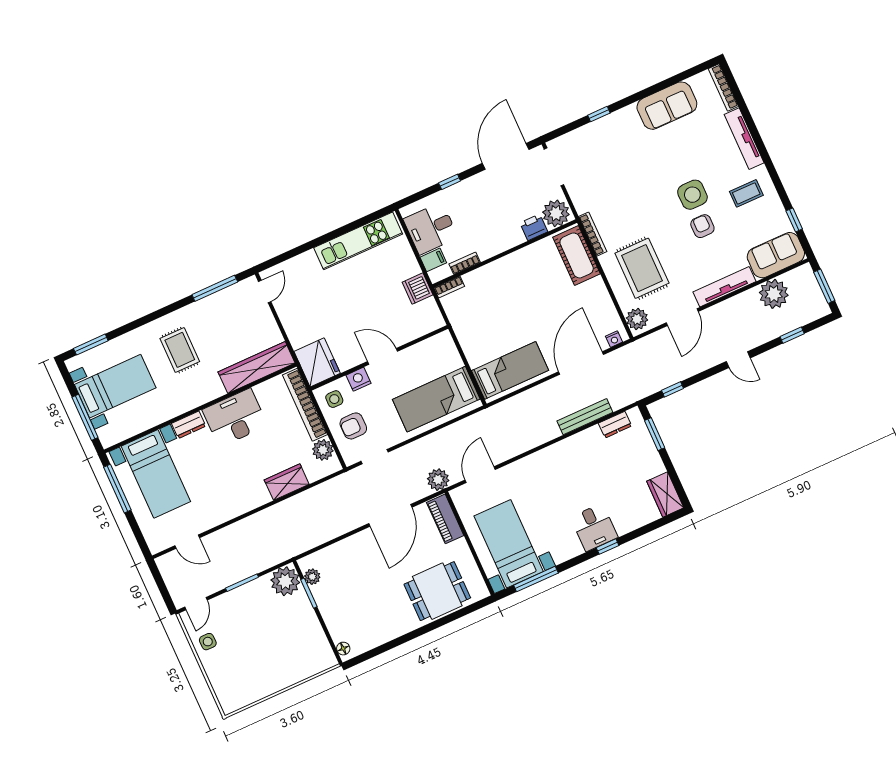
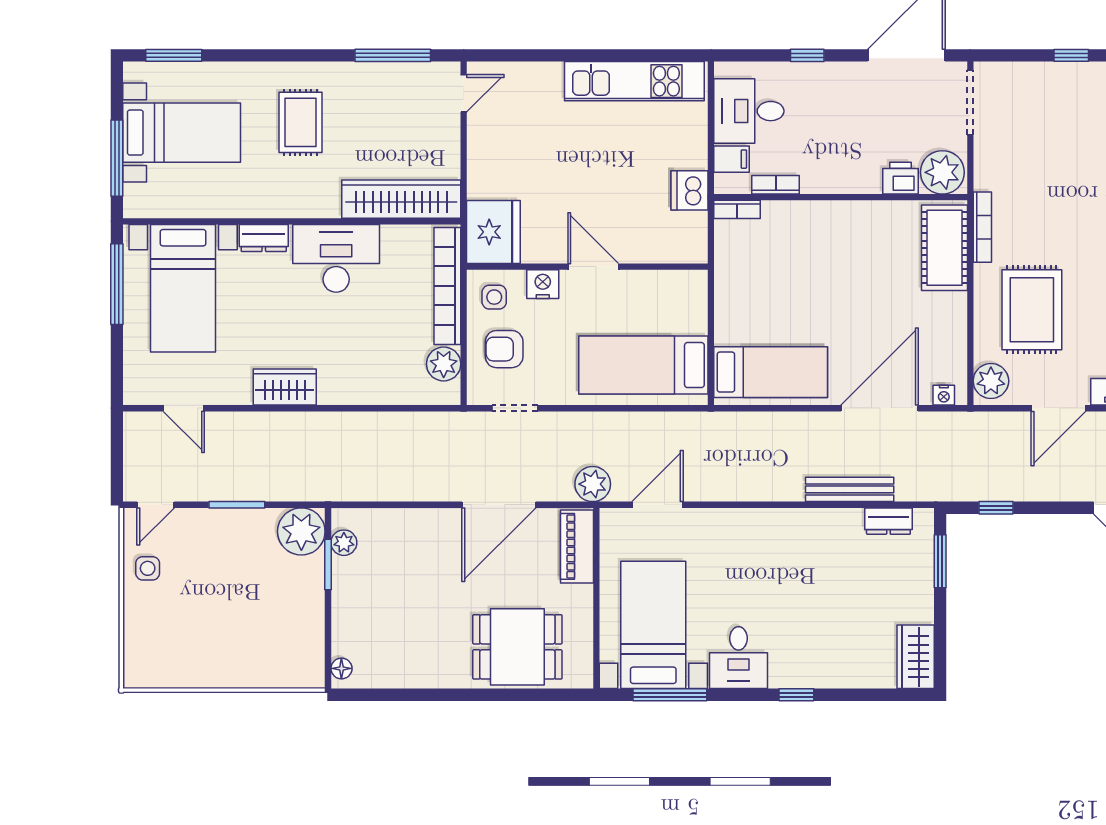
wardrobe: (287, 482) -> (285, 387), moved
desk: (594, 527) -> (738, 658), moved

